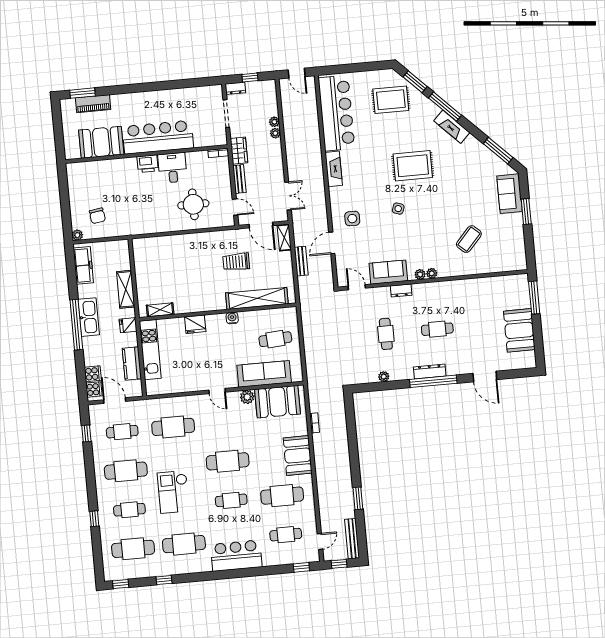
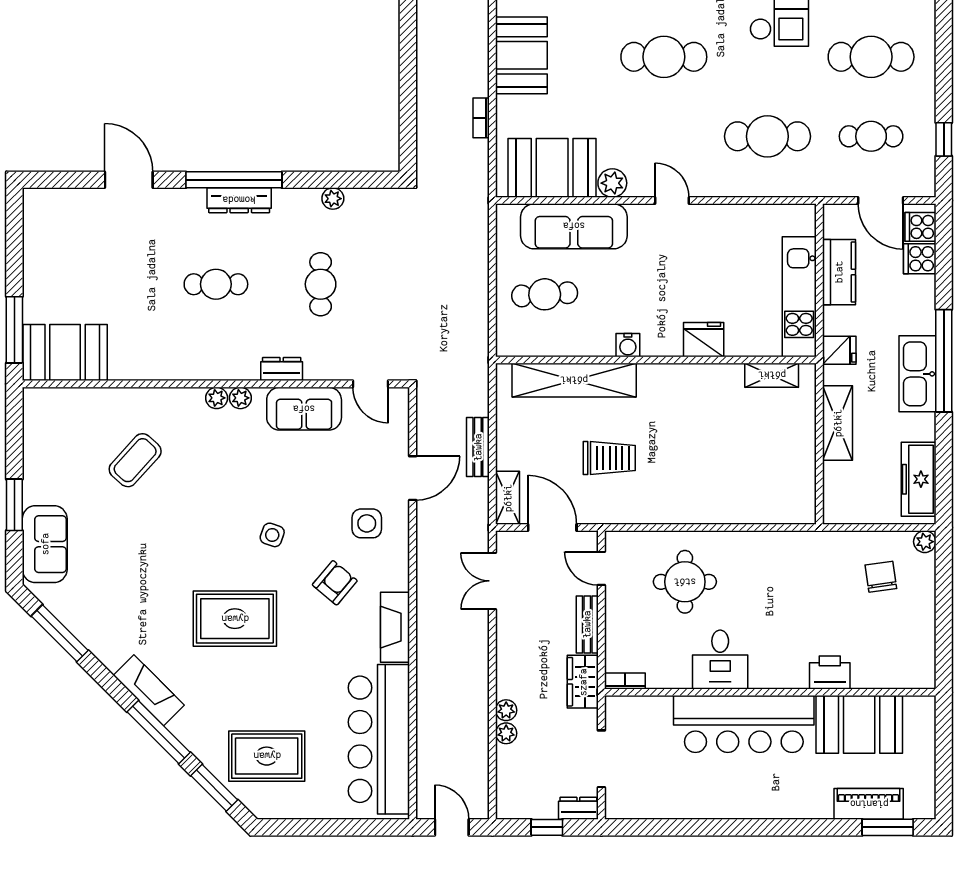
printer: (148, 164) -> (830, 673), moved
armchair: (365, 188) -> (335, 583), added
booth: (519, 330) -> (65, 353), moved, turned 90

